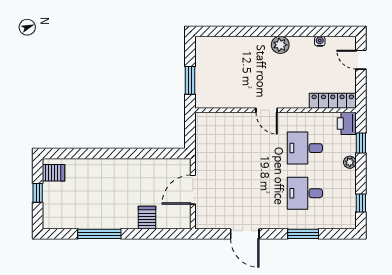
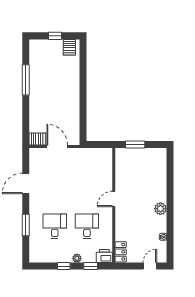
locker: (333, 101) -> (121, 252), width x0.66
window: (361, 203) -> (64, 266), moved
server rack: (147, 218) -> (37, 139), moved

